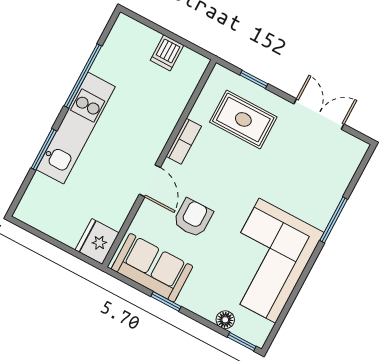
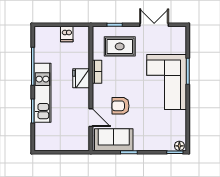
door: (150, 181) -> (91, 118), moved
armchair: (193, 218) -> (121, 106), turned -90
fridge: (97, 242) -> (81, 78), moved
corner sofa: (267, 261) -> (167, 82), moved
floor lamp: (225, 320) -> (179, 146), moved

